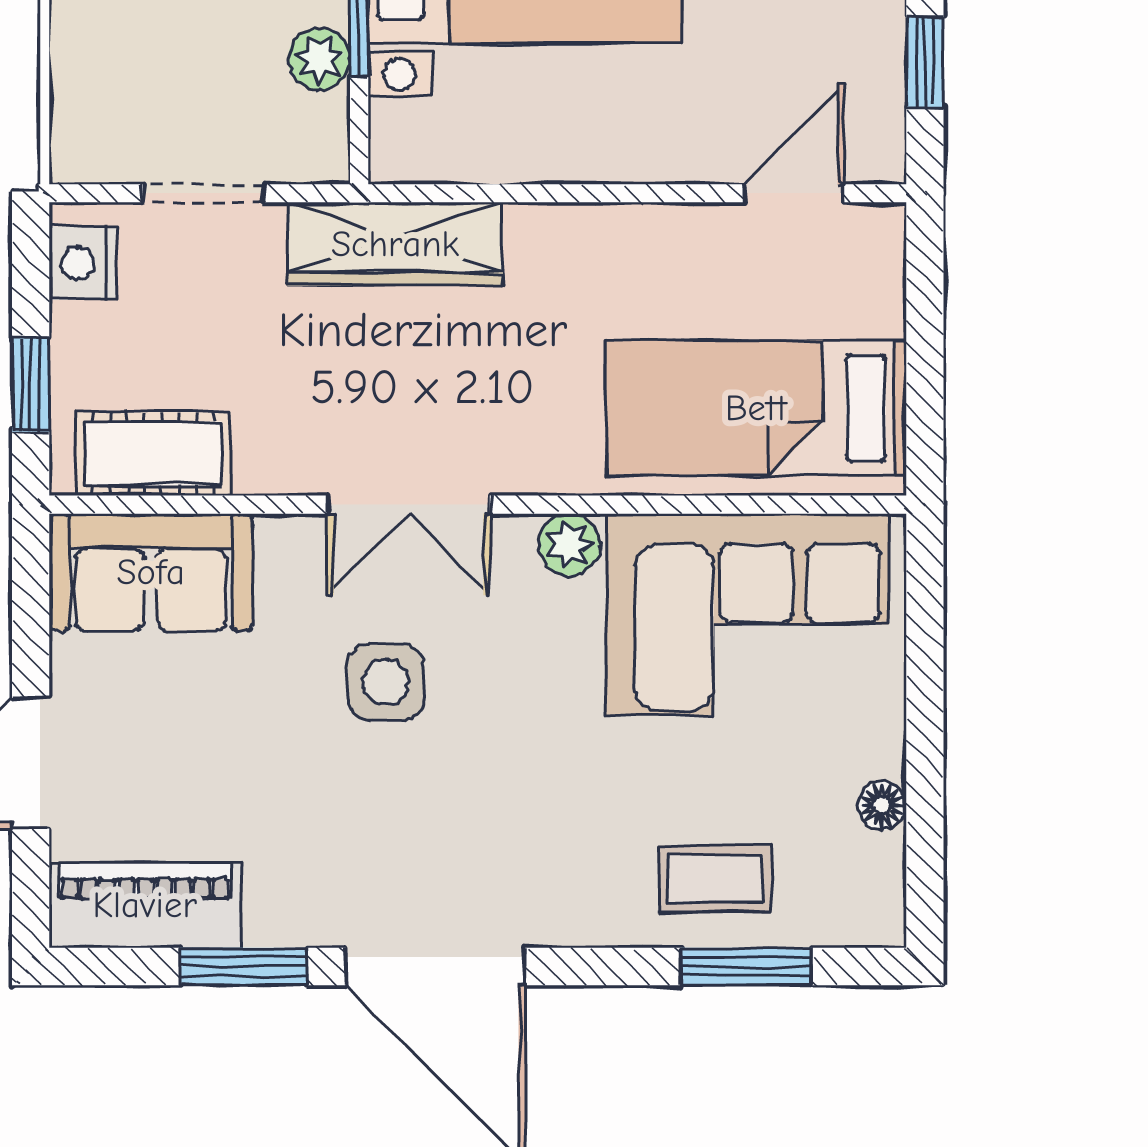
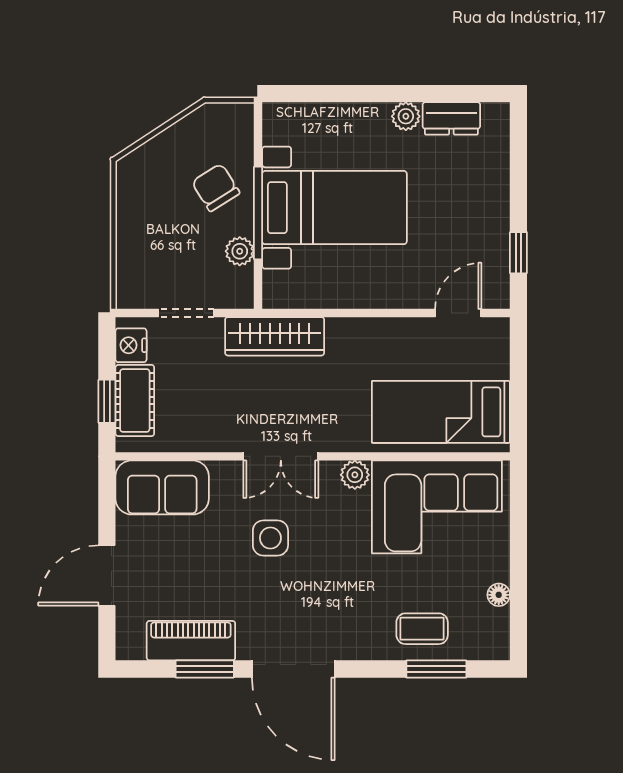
cot: (153, 454) -> (135, 400), moved, turned 90
piano: (145, 905) -> (191, 641), moved

